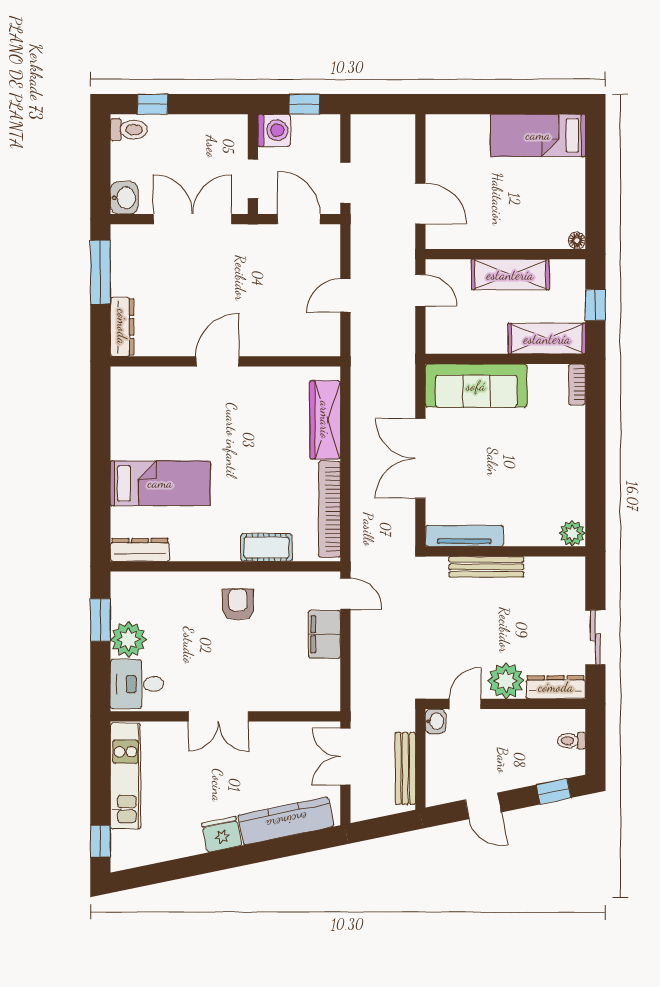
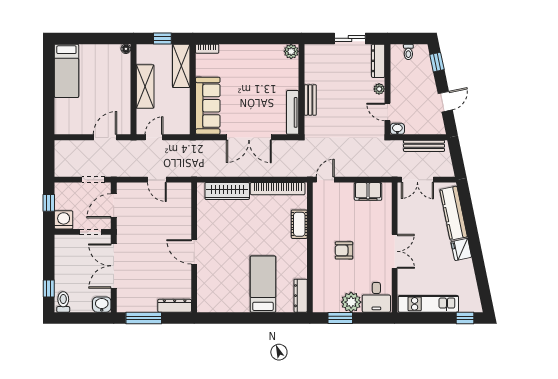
bench: (486, 567) -> (310, 100), width x0.73
armchair: (238, 604) -> (344, 250), moved
filing cabinet: (324, 634) -> (368, 191), moved
plant: (506, 681) -> (379, 89), width x0.53, depth x0.53

